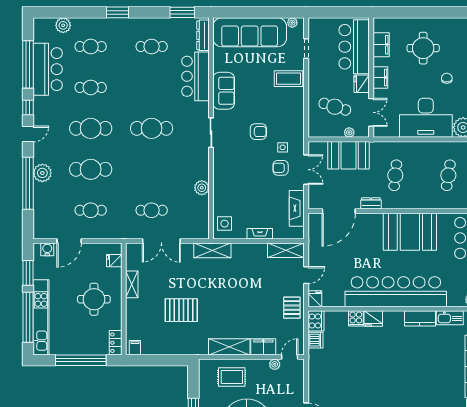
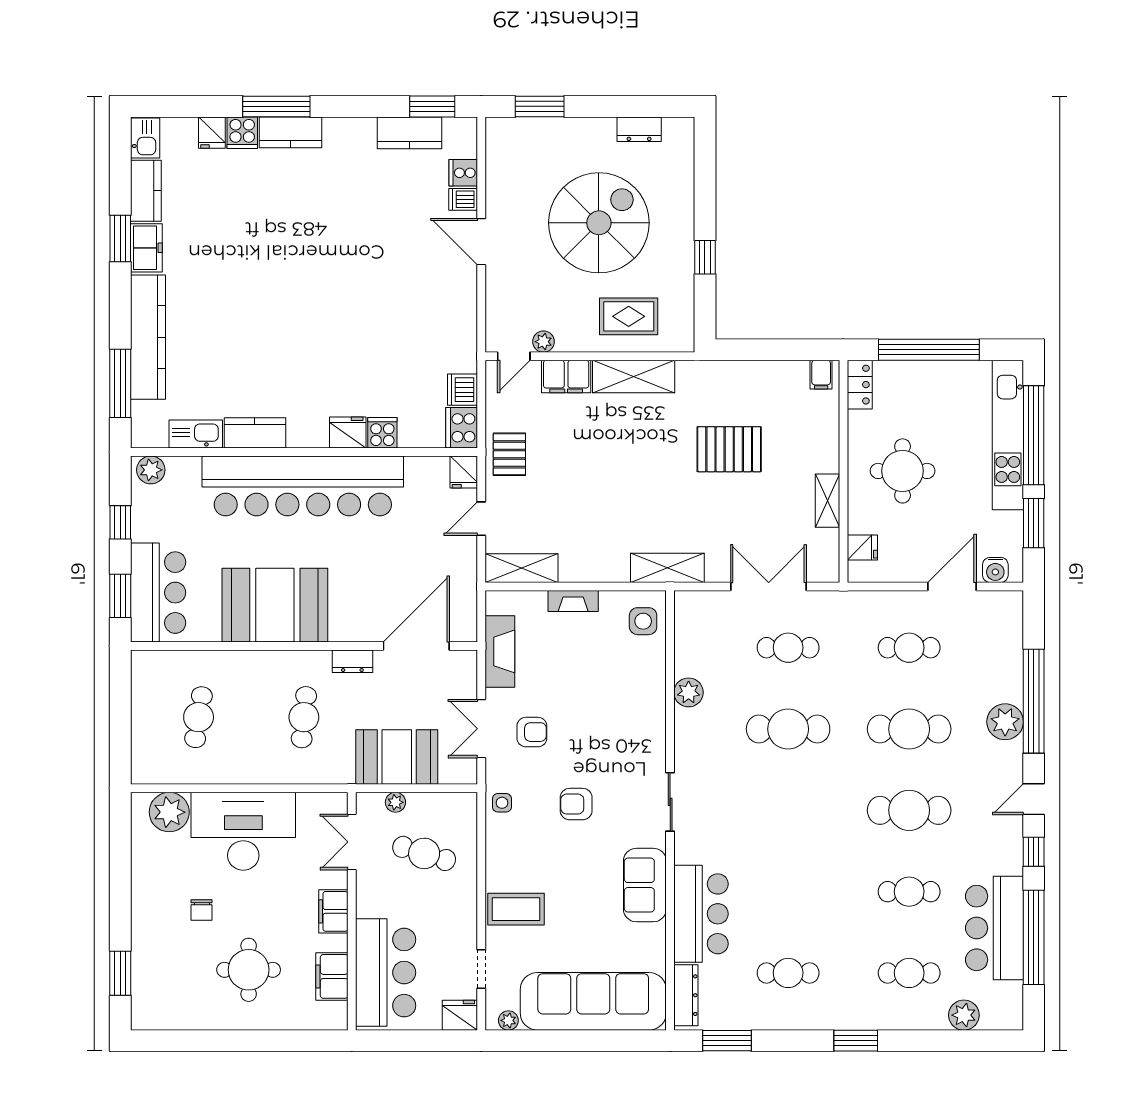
fridge: (362, 84) -> (460, 1015), moved, turned -90
cafe table: (152, 128) -> (788, 729), moved
side table: (283, 147) -> (502, 803), moved

